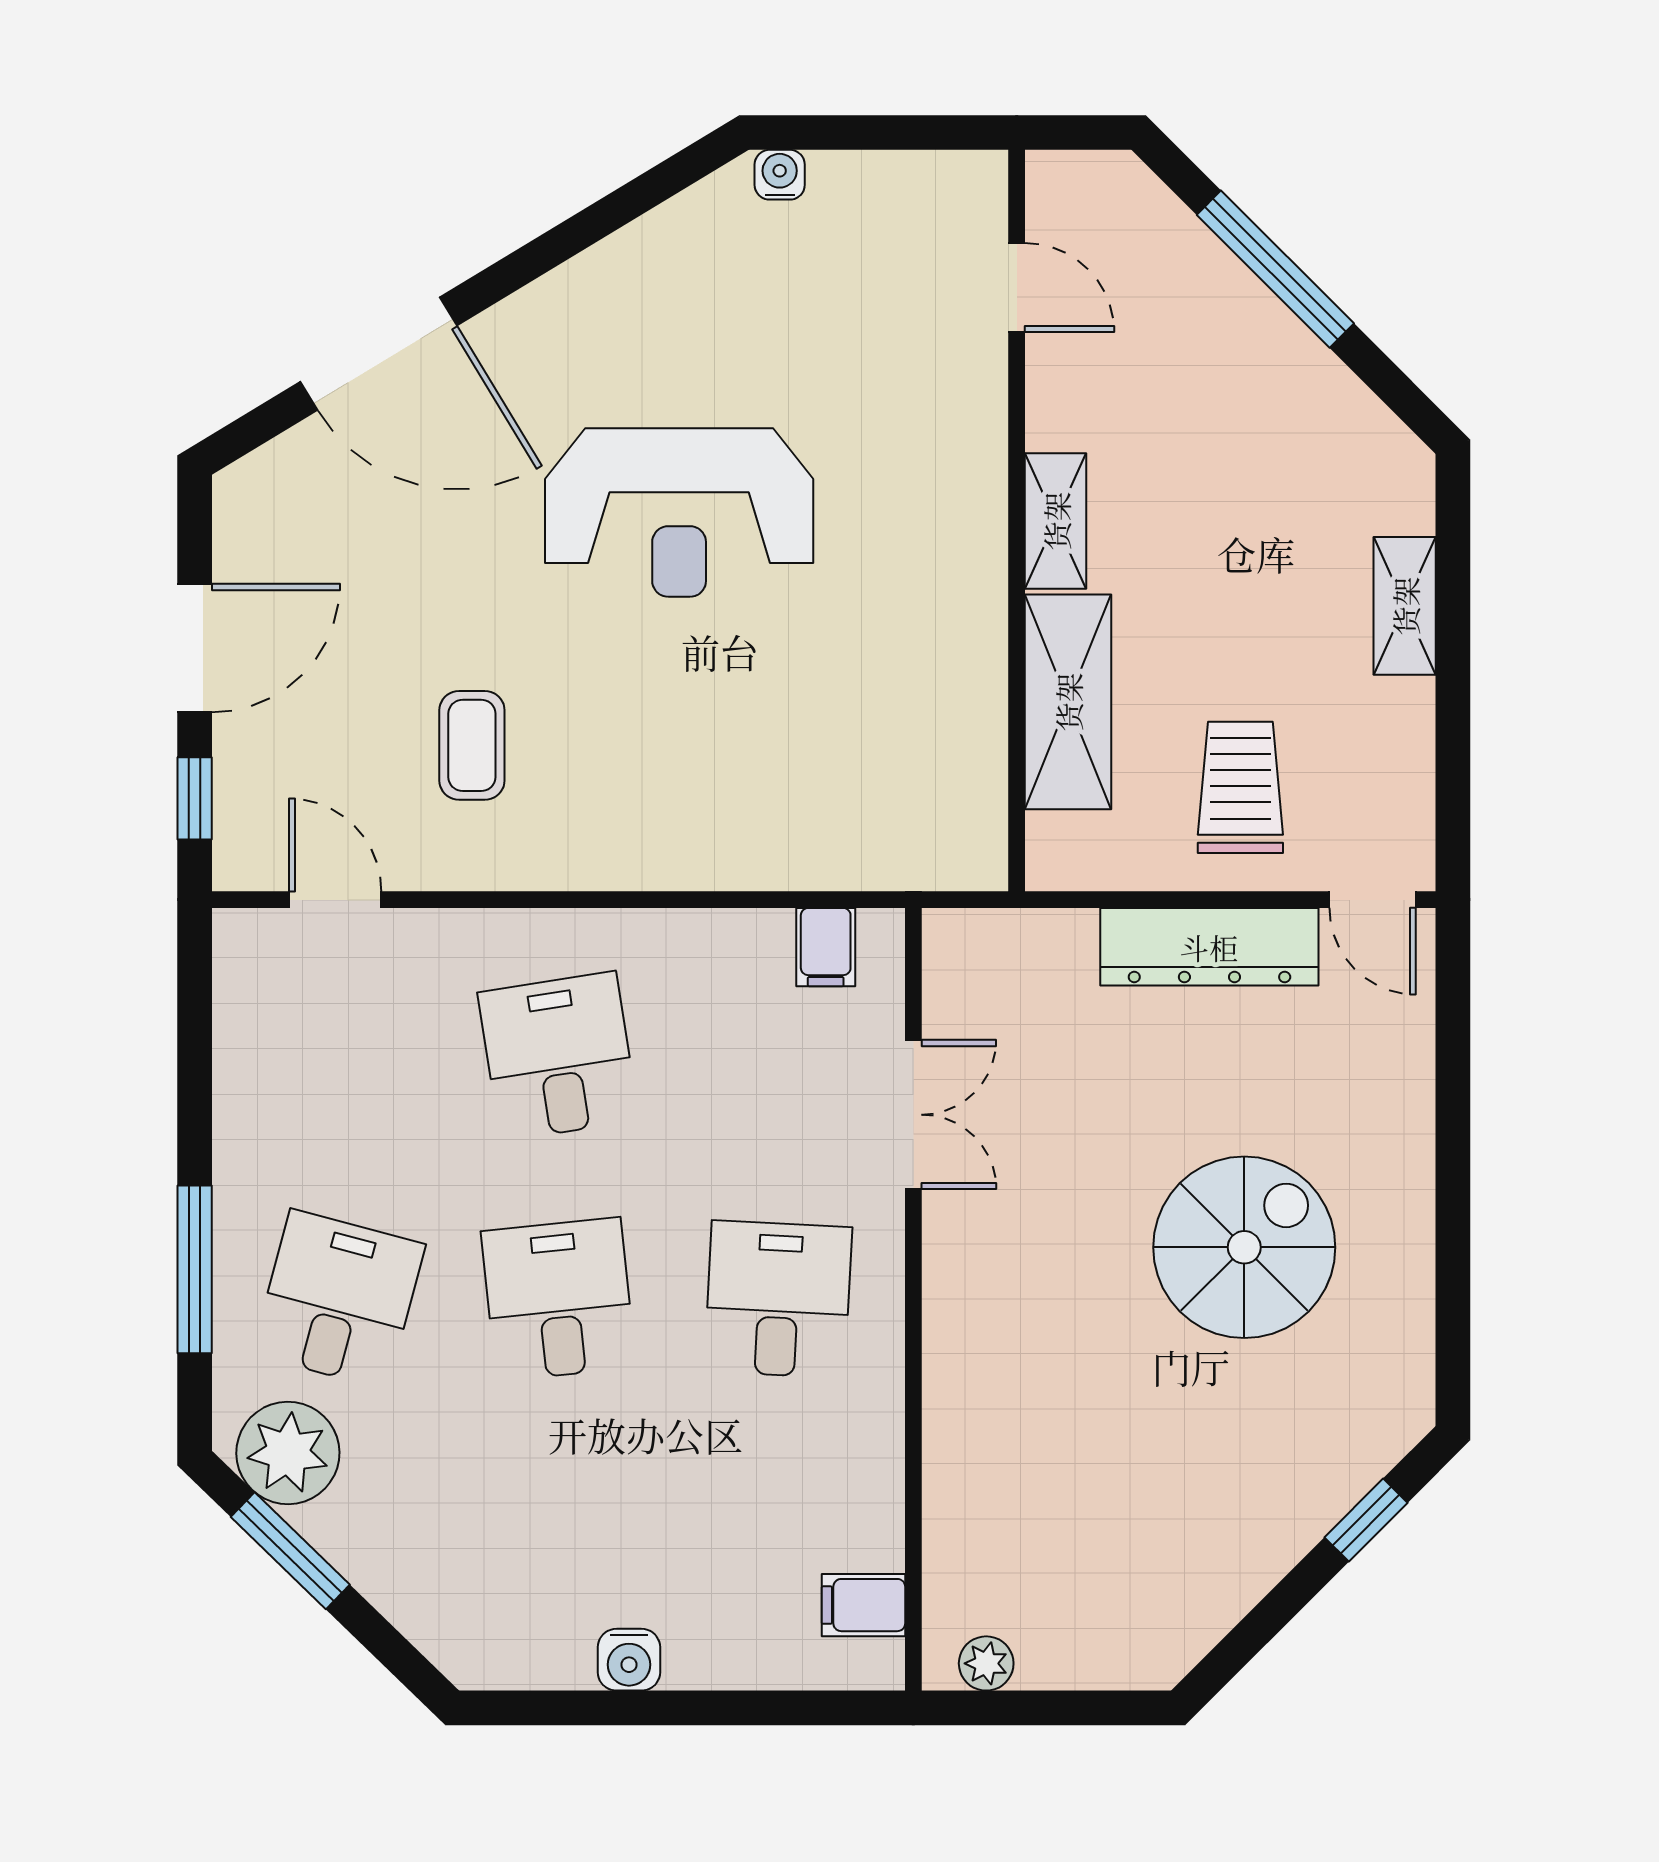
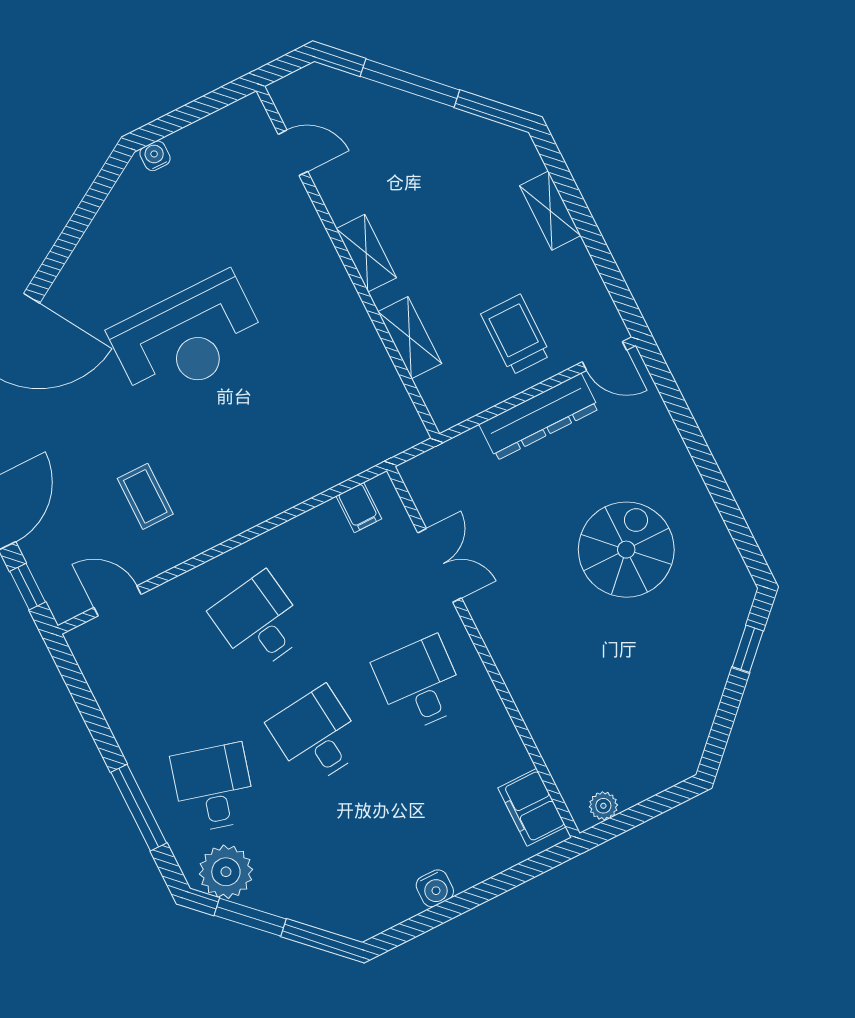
shelving: (1068, 702) -> (410, 338), width x0.67, depth x0.75
filing cabinet: (863, 1605) -> (532, 807), width x2.00

